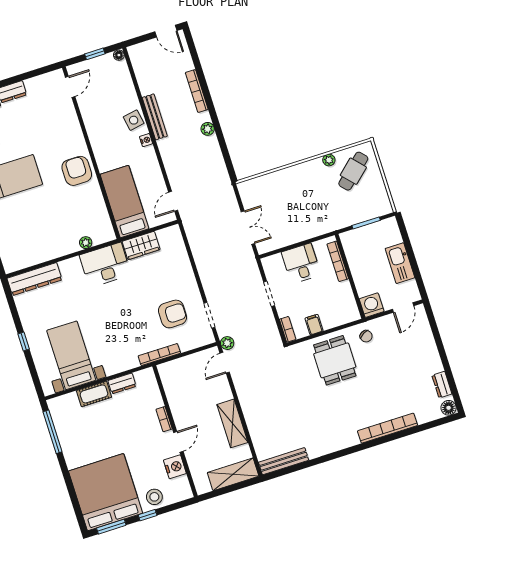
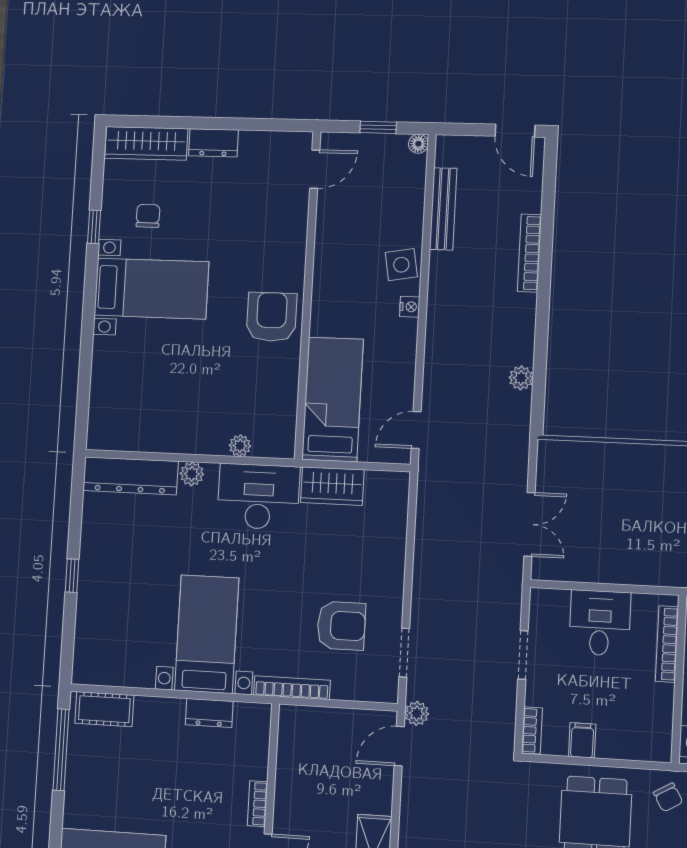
bench: (155, 117) -> (443, 209), moved
plant: (208, 129) -> (521, 378), moved
plant: (66, 266) -> (192, 474), added
bed with nightstands: (71, 355) -> (207, 634), moved
cot: (94, 394) -> (104, 709), moved

